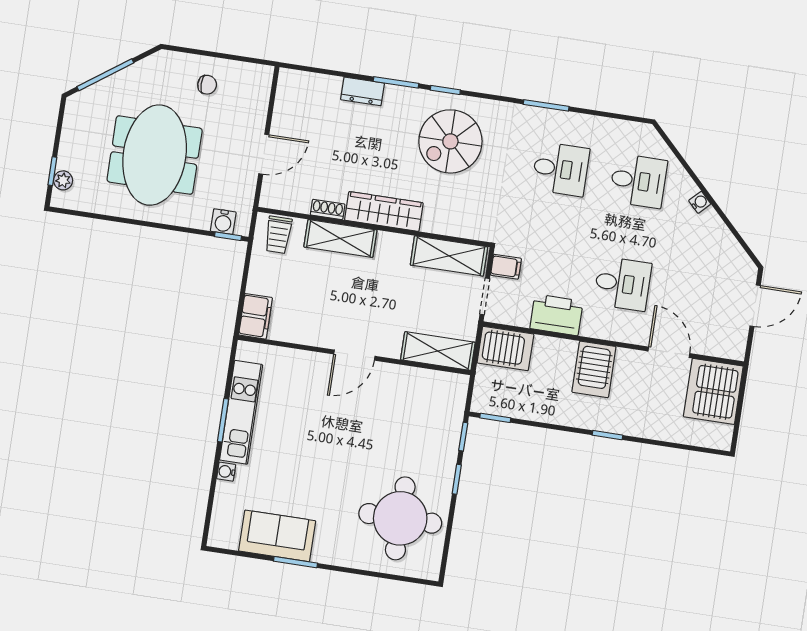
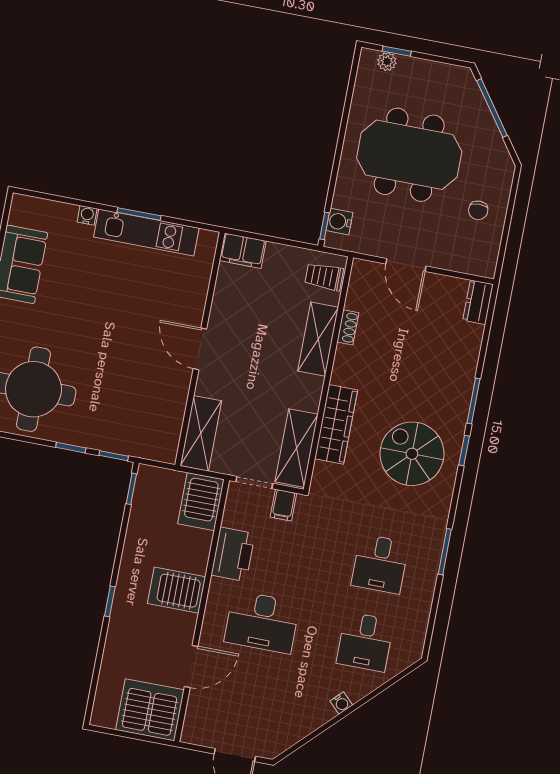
dresser: (362, 91) -> (478, 302), moved
wardrobe: (384, 211) -> (336, 424), moved
desk: (623, 284) -> (262, 622), width x1.37

